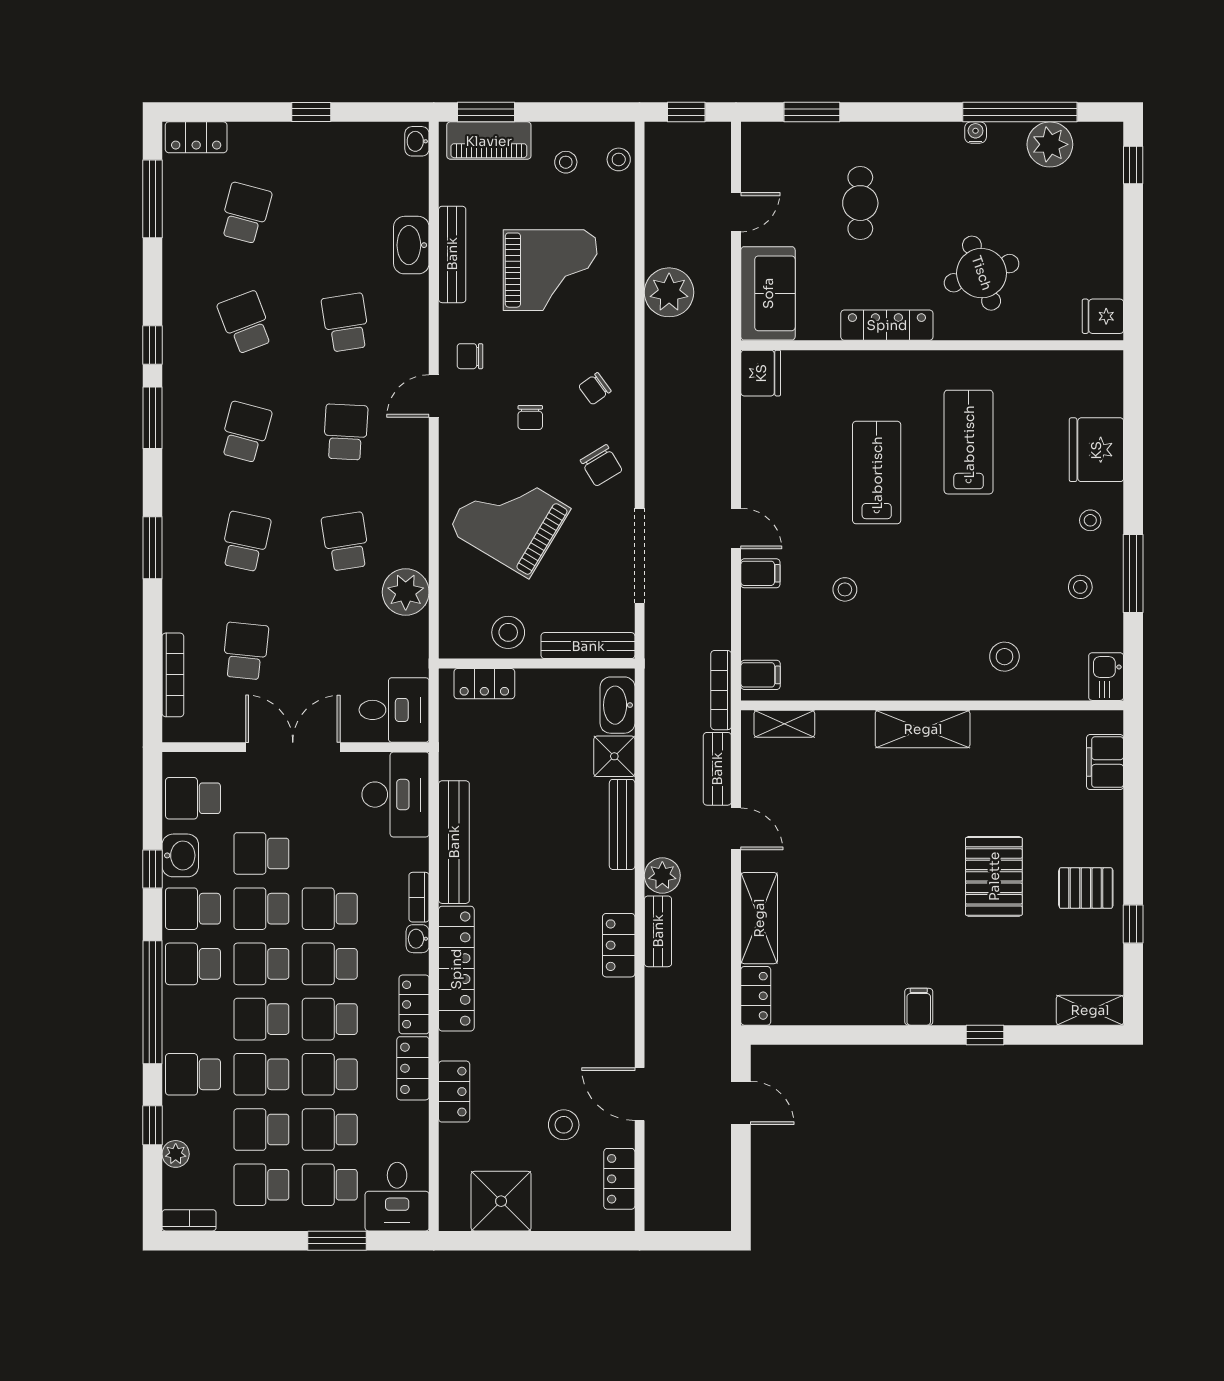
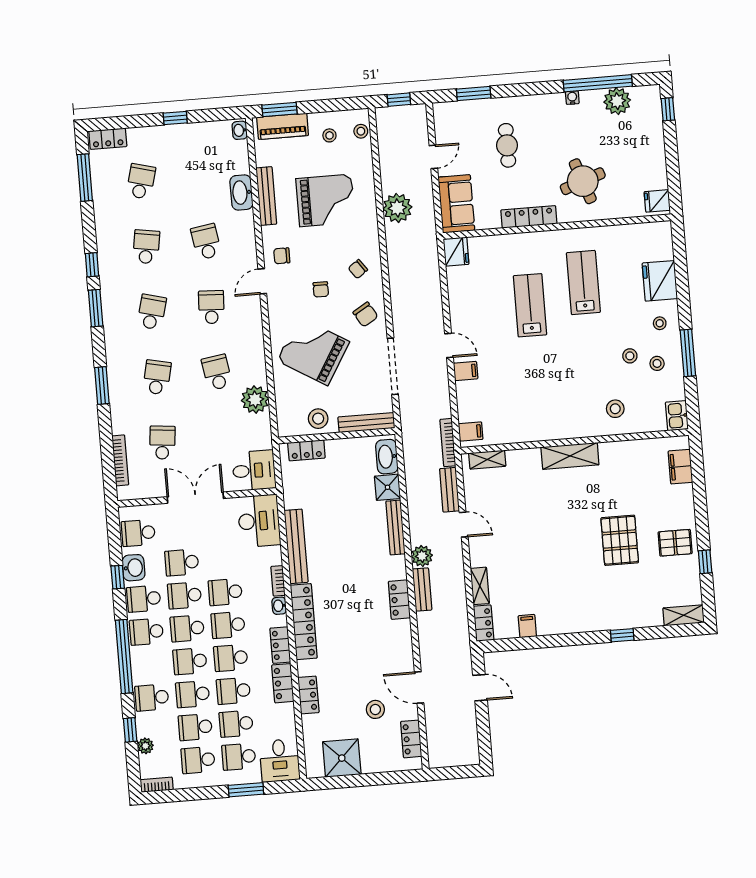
school desk: (245, 323) -> (146, 247), turned 30
stool: (845, 589) -> (630, 356), moved
shelving: (759, 918) -> (480, 586), width x0.67, depth x0.75
filing cabinet: (919, 1007) -> (527, 626), moved

